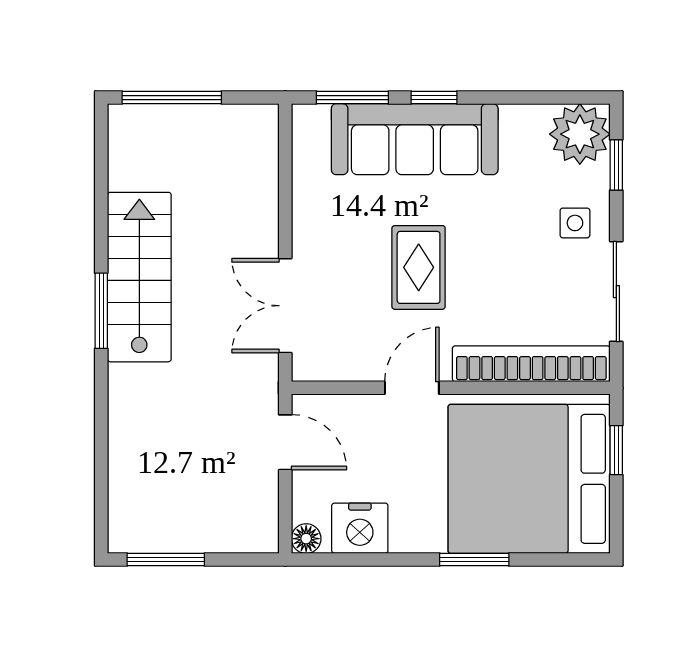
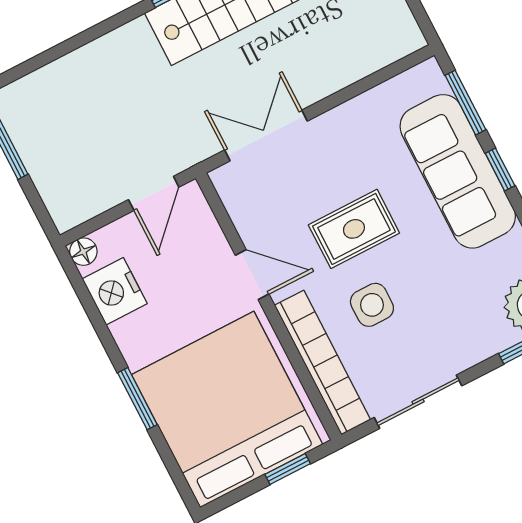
side table: (575, 223) -> (372, 305), moved, width x1.37, depth x1.37

